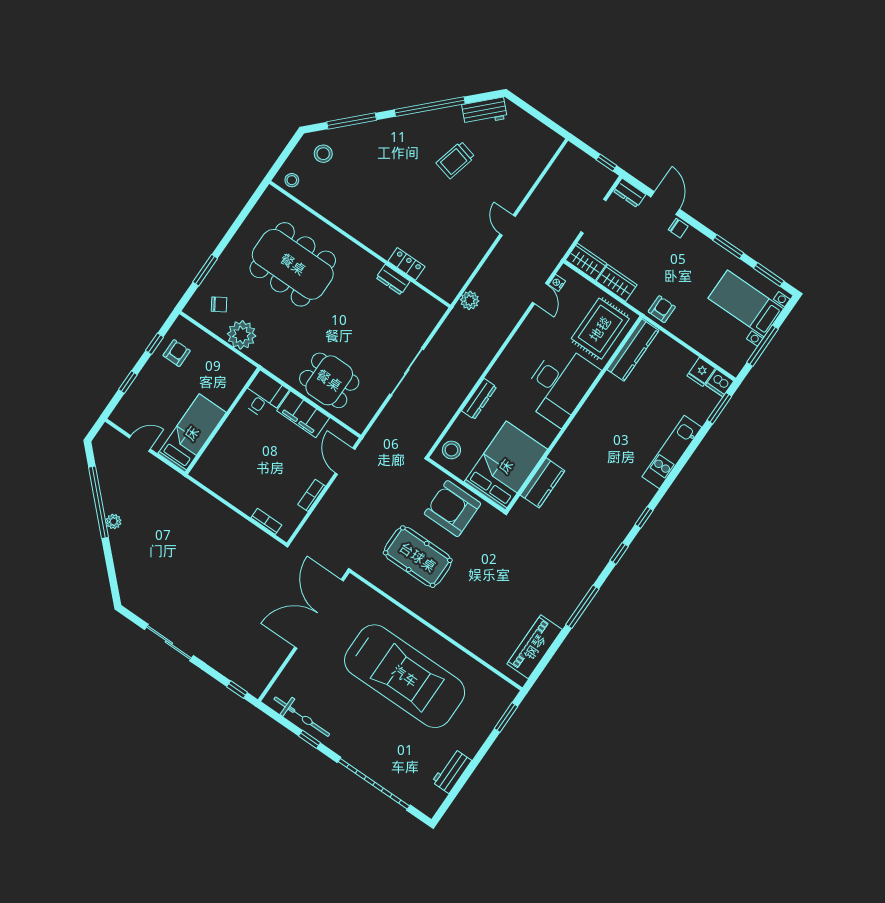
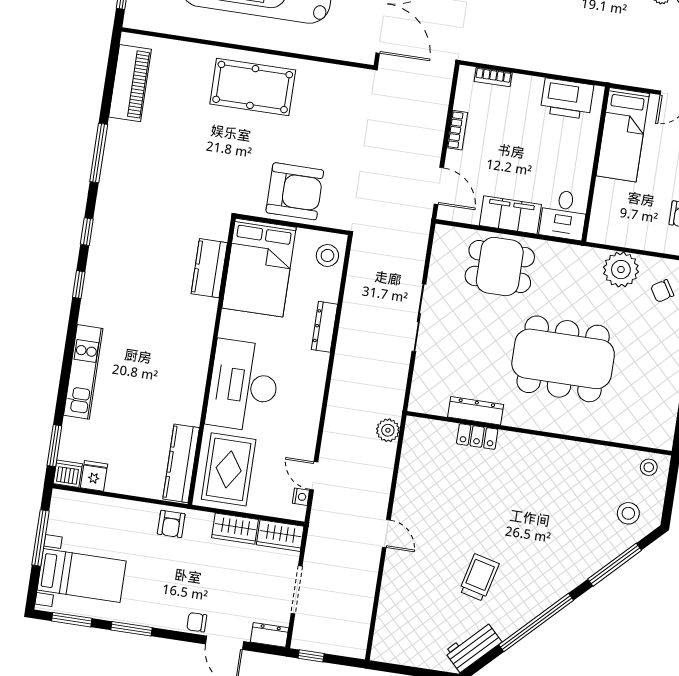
dining table: (293, 264) -> (563, 359), moved
dresser: (393, 280) -> (476, 411), width x1.44
printer: (220, 479) -> (567, 99), added
pool table: (418, 557) -> (253, 87), moved

